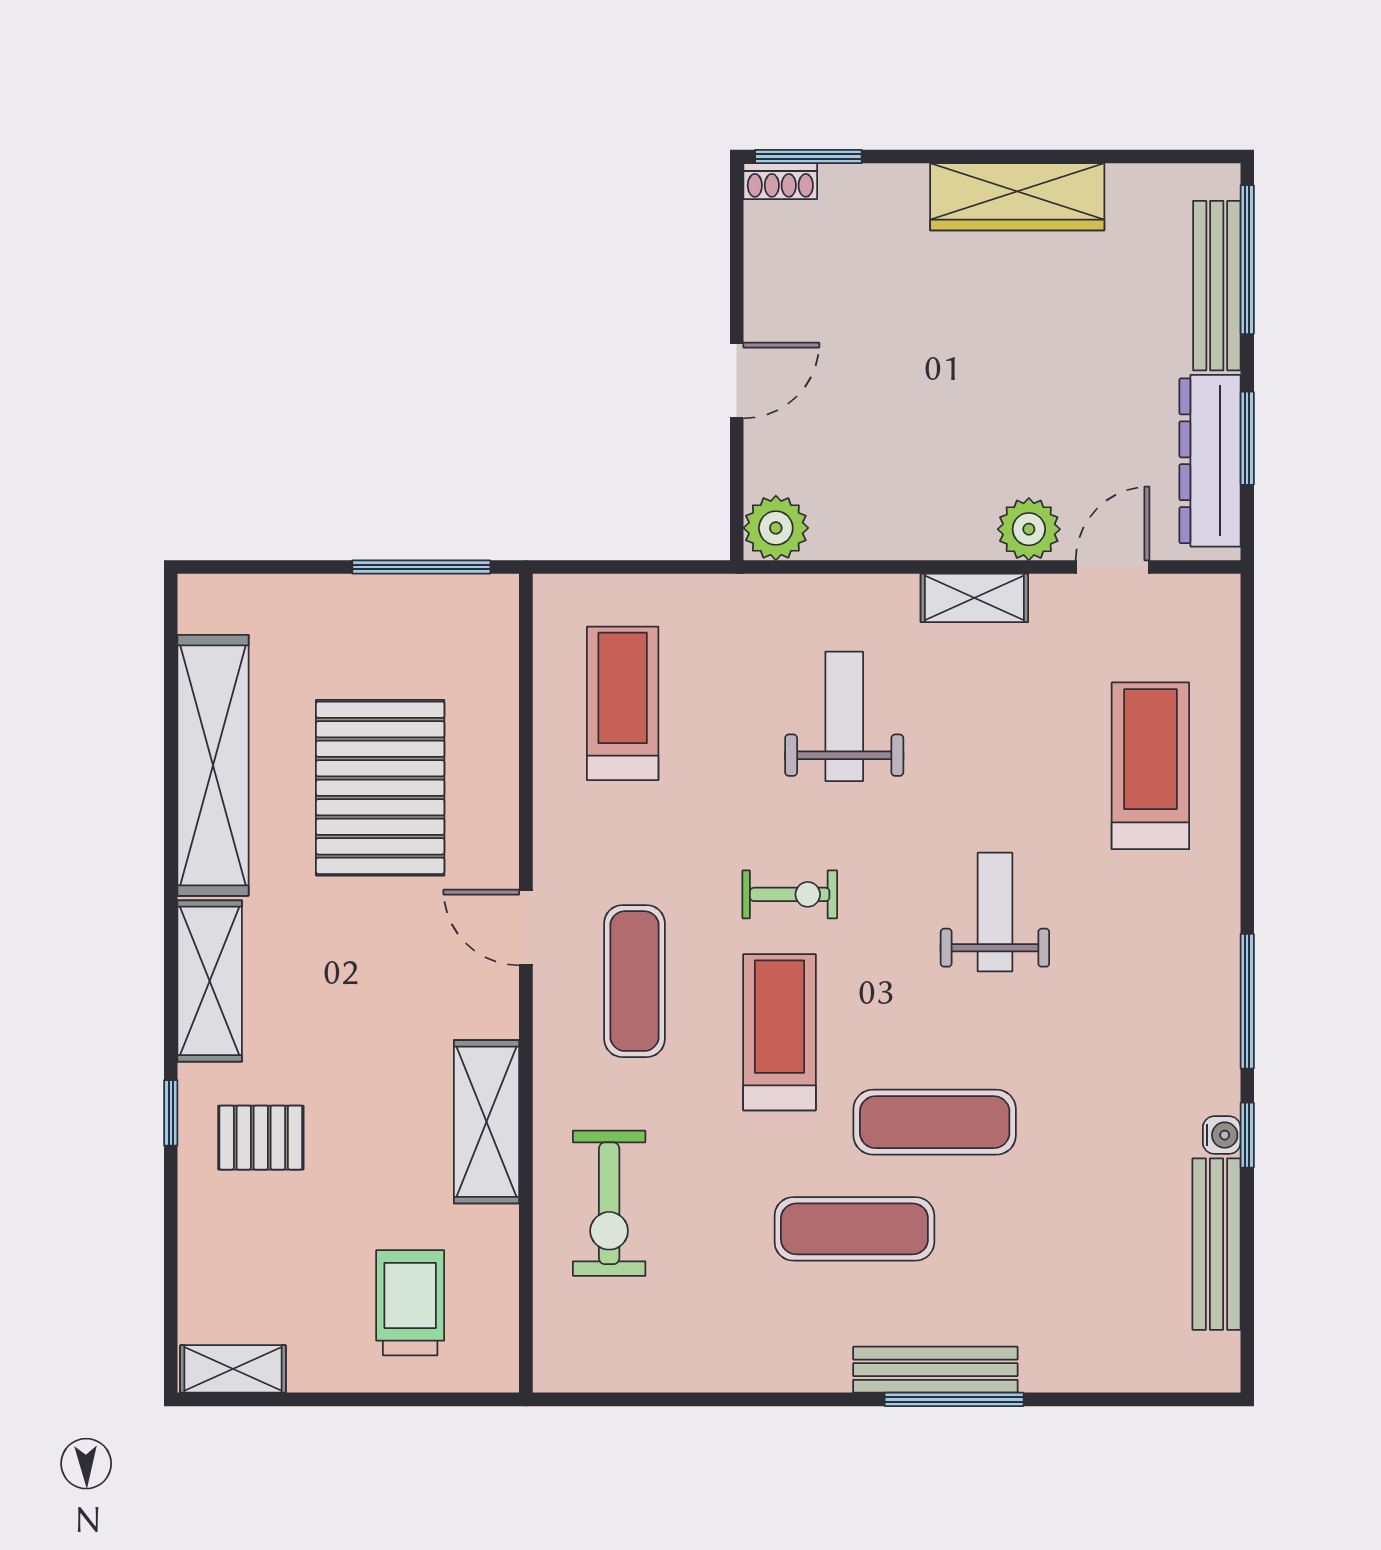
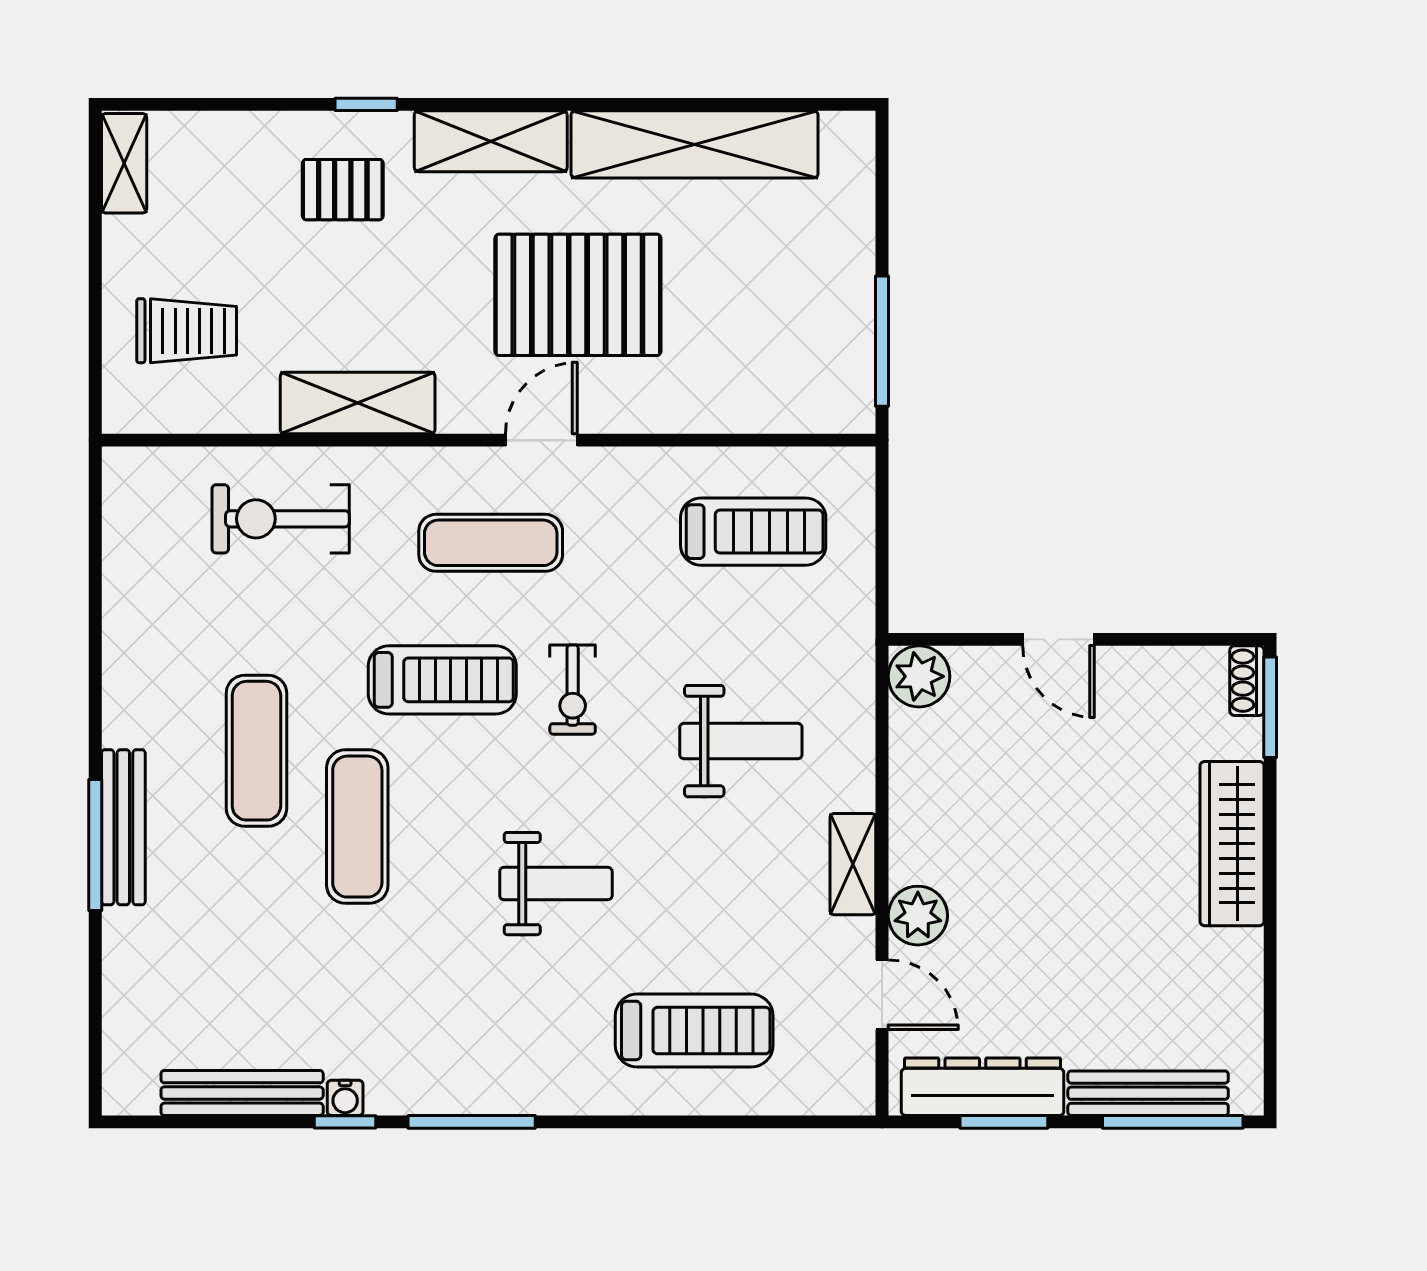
wardrobe: (1017, 197) -> (1232, 844), moved
pallet: (380, 788) -> (578, 295), moved
pallet: (261, 1138) -> (343, 190), turned 90

